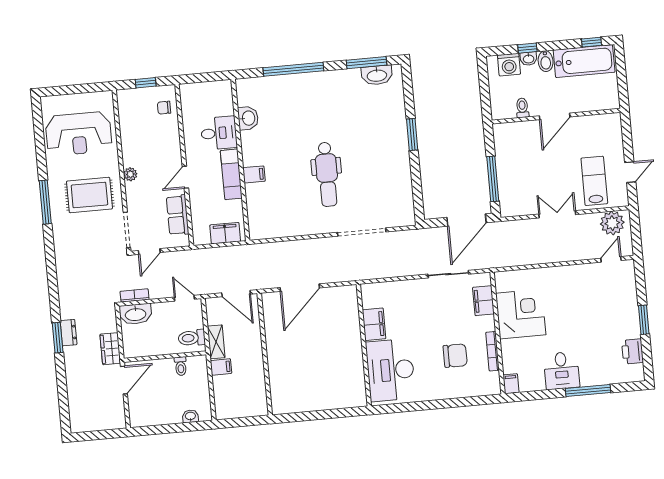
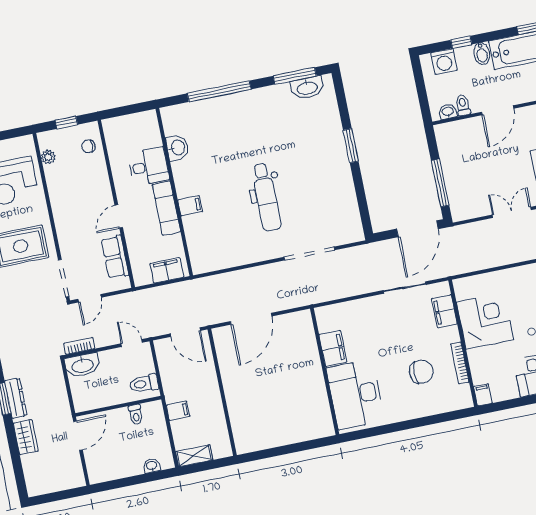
washbasin: (529, 59) -> (448, 112), moved, turned 180
plant: (130, 174) -> (48, 157), moved
dresser: (69, 333) -> (16, 398), width x1.44
shelving: (216, 342) -> (194, 456), moved, turned 90
wardrobe: (110, 349) -> (26, 437), moved, turned 180

